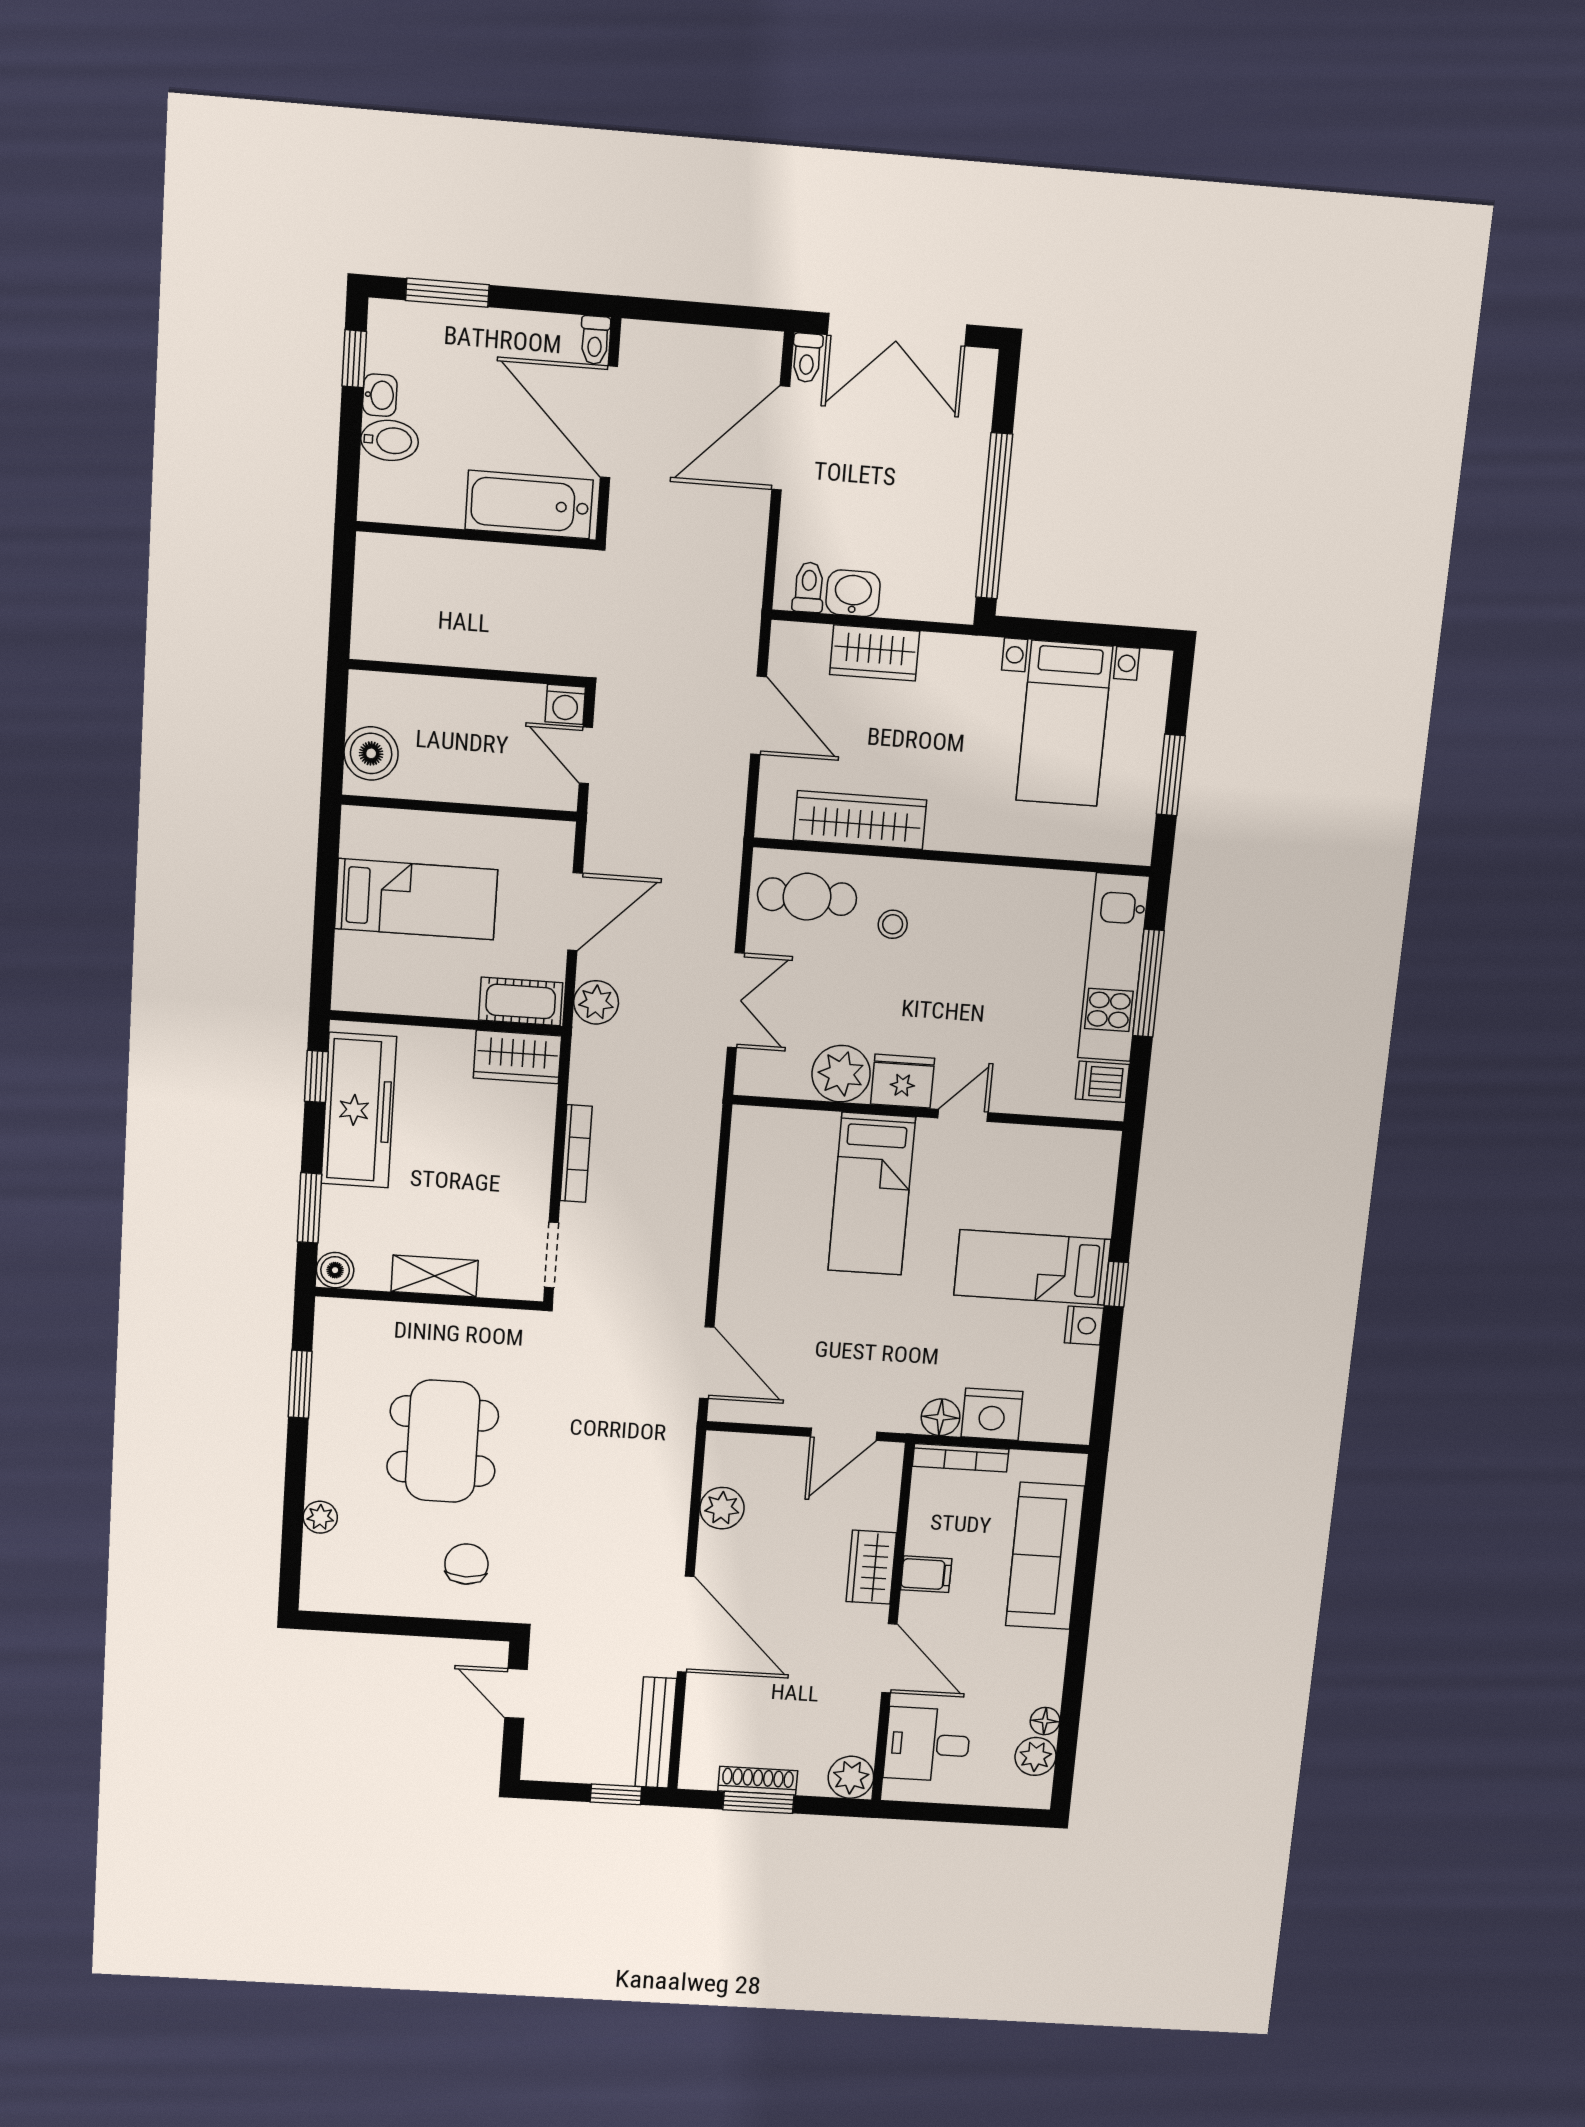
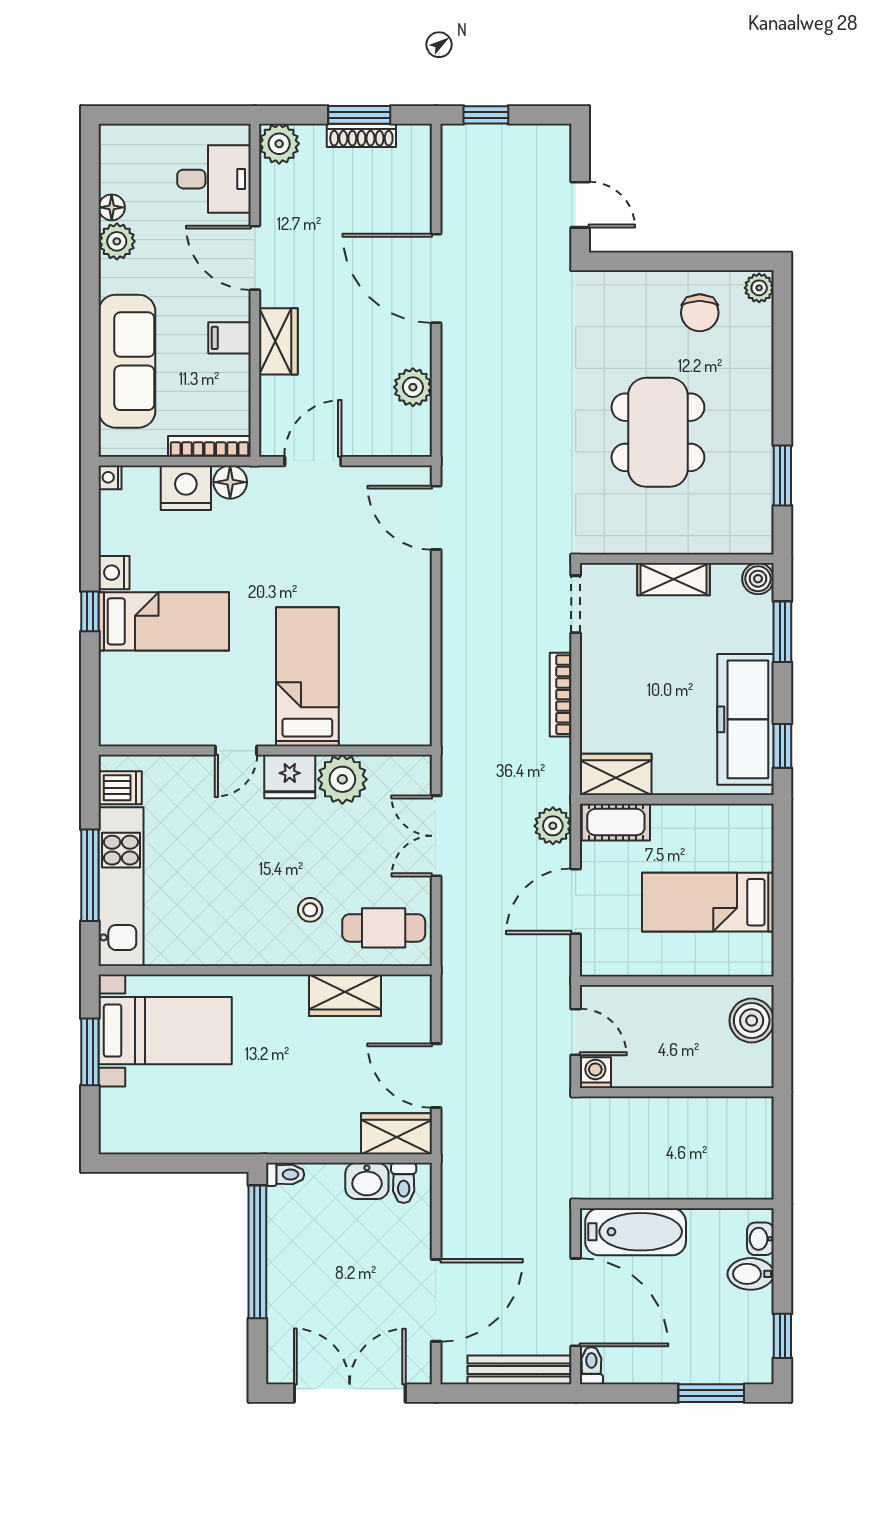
toilet: (807, 358) -> (285, 1174), moved, turned 90
washbasin: (380, 395) -> (760, 1239), moved
wardrobe: (875, 653) -> (397, 1134), moved
bed with nightstands: (1064, 723) -> (165, 1031), moved, turned 90
wardrobe: (860, 820) -> (345, 995), width x0.67
nightstand: (1077, 1431) -> (110, 477), added
plant: (320, 1517) -> (759, 288), moved
chair: (466, 1564) -> (700, 313), moved
bench: (656, 1733) -> (520, 1370), moved, turned 90
plant: (1035, 1756) -> (117, 241), moved

